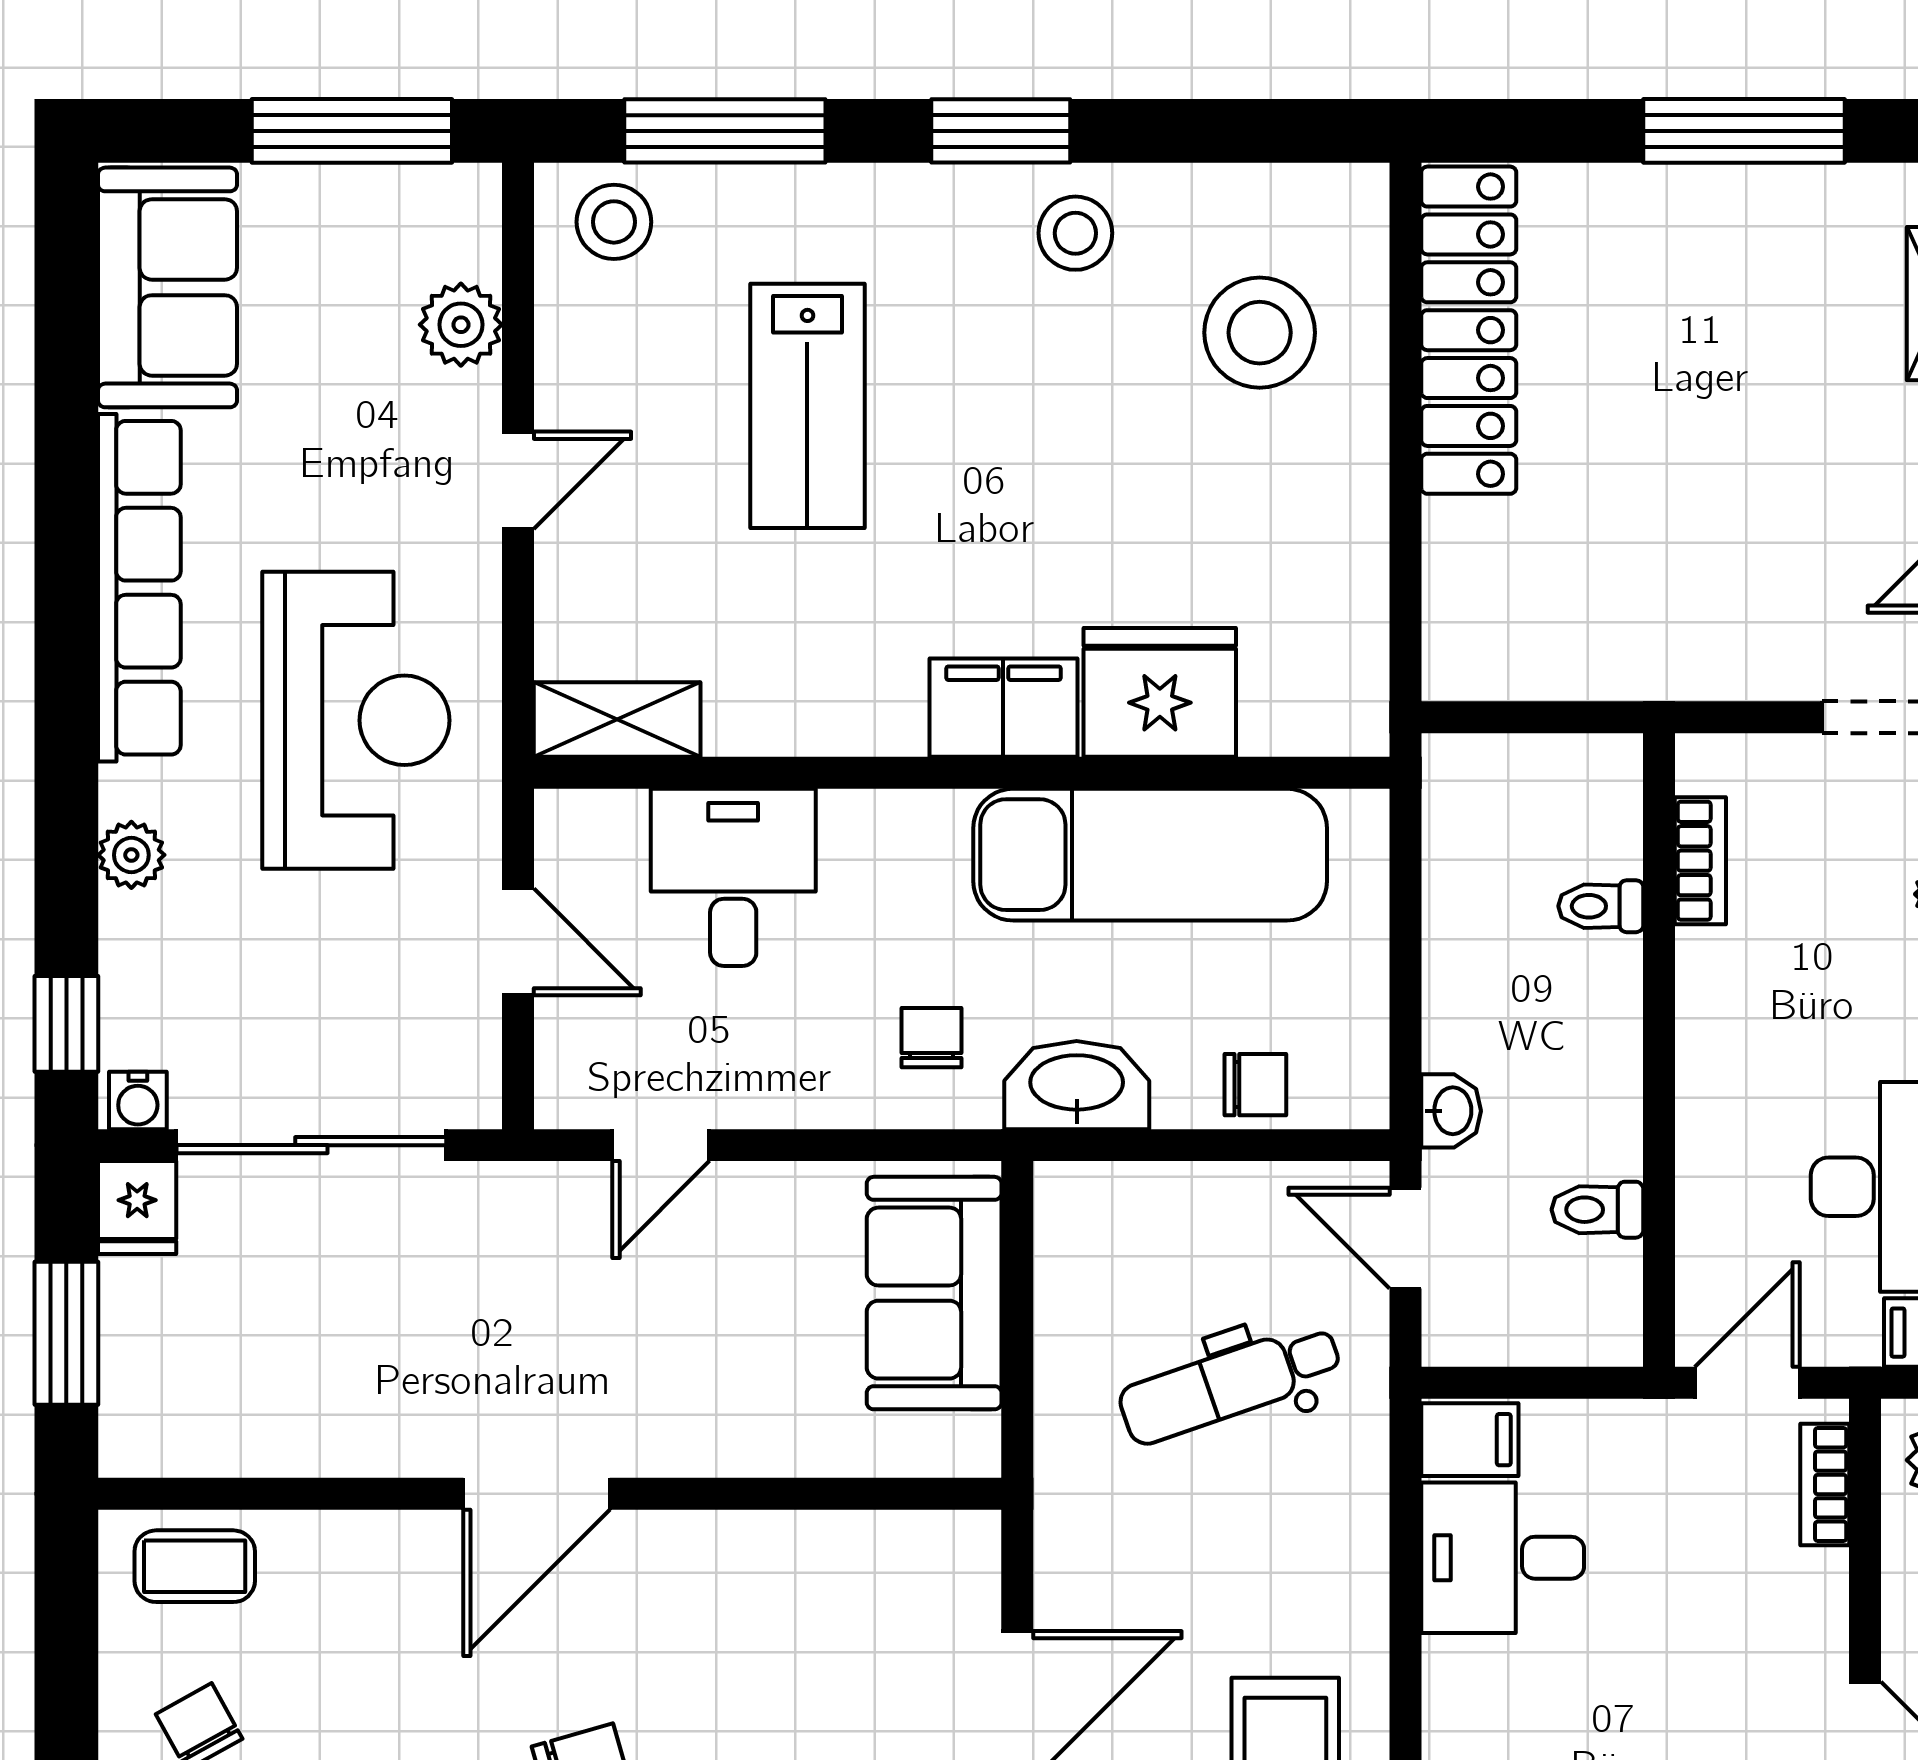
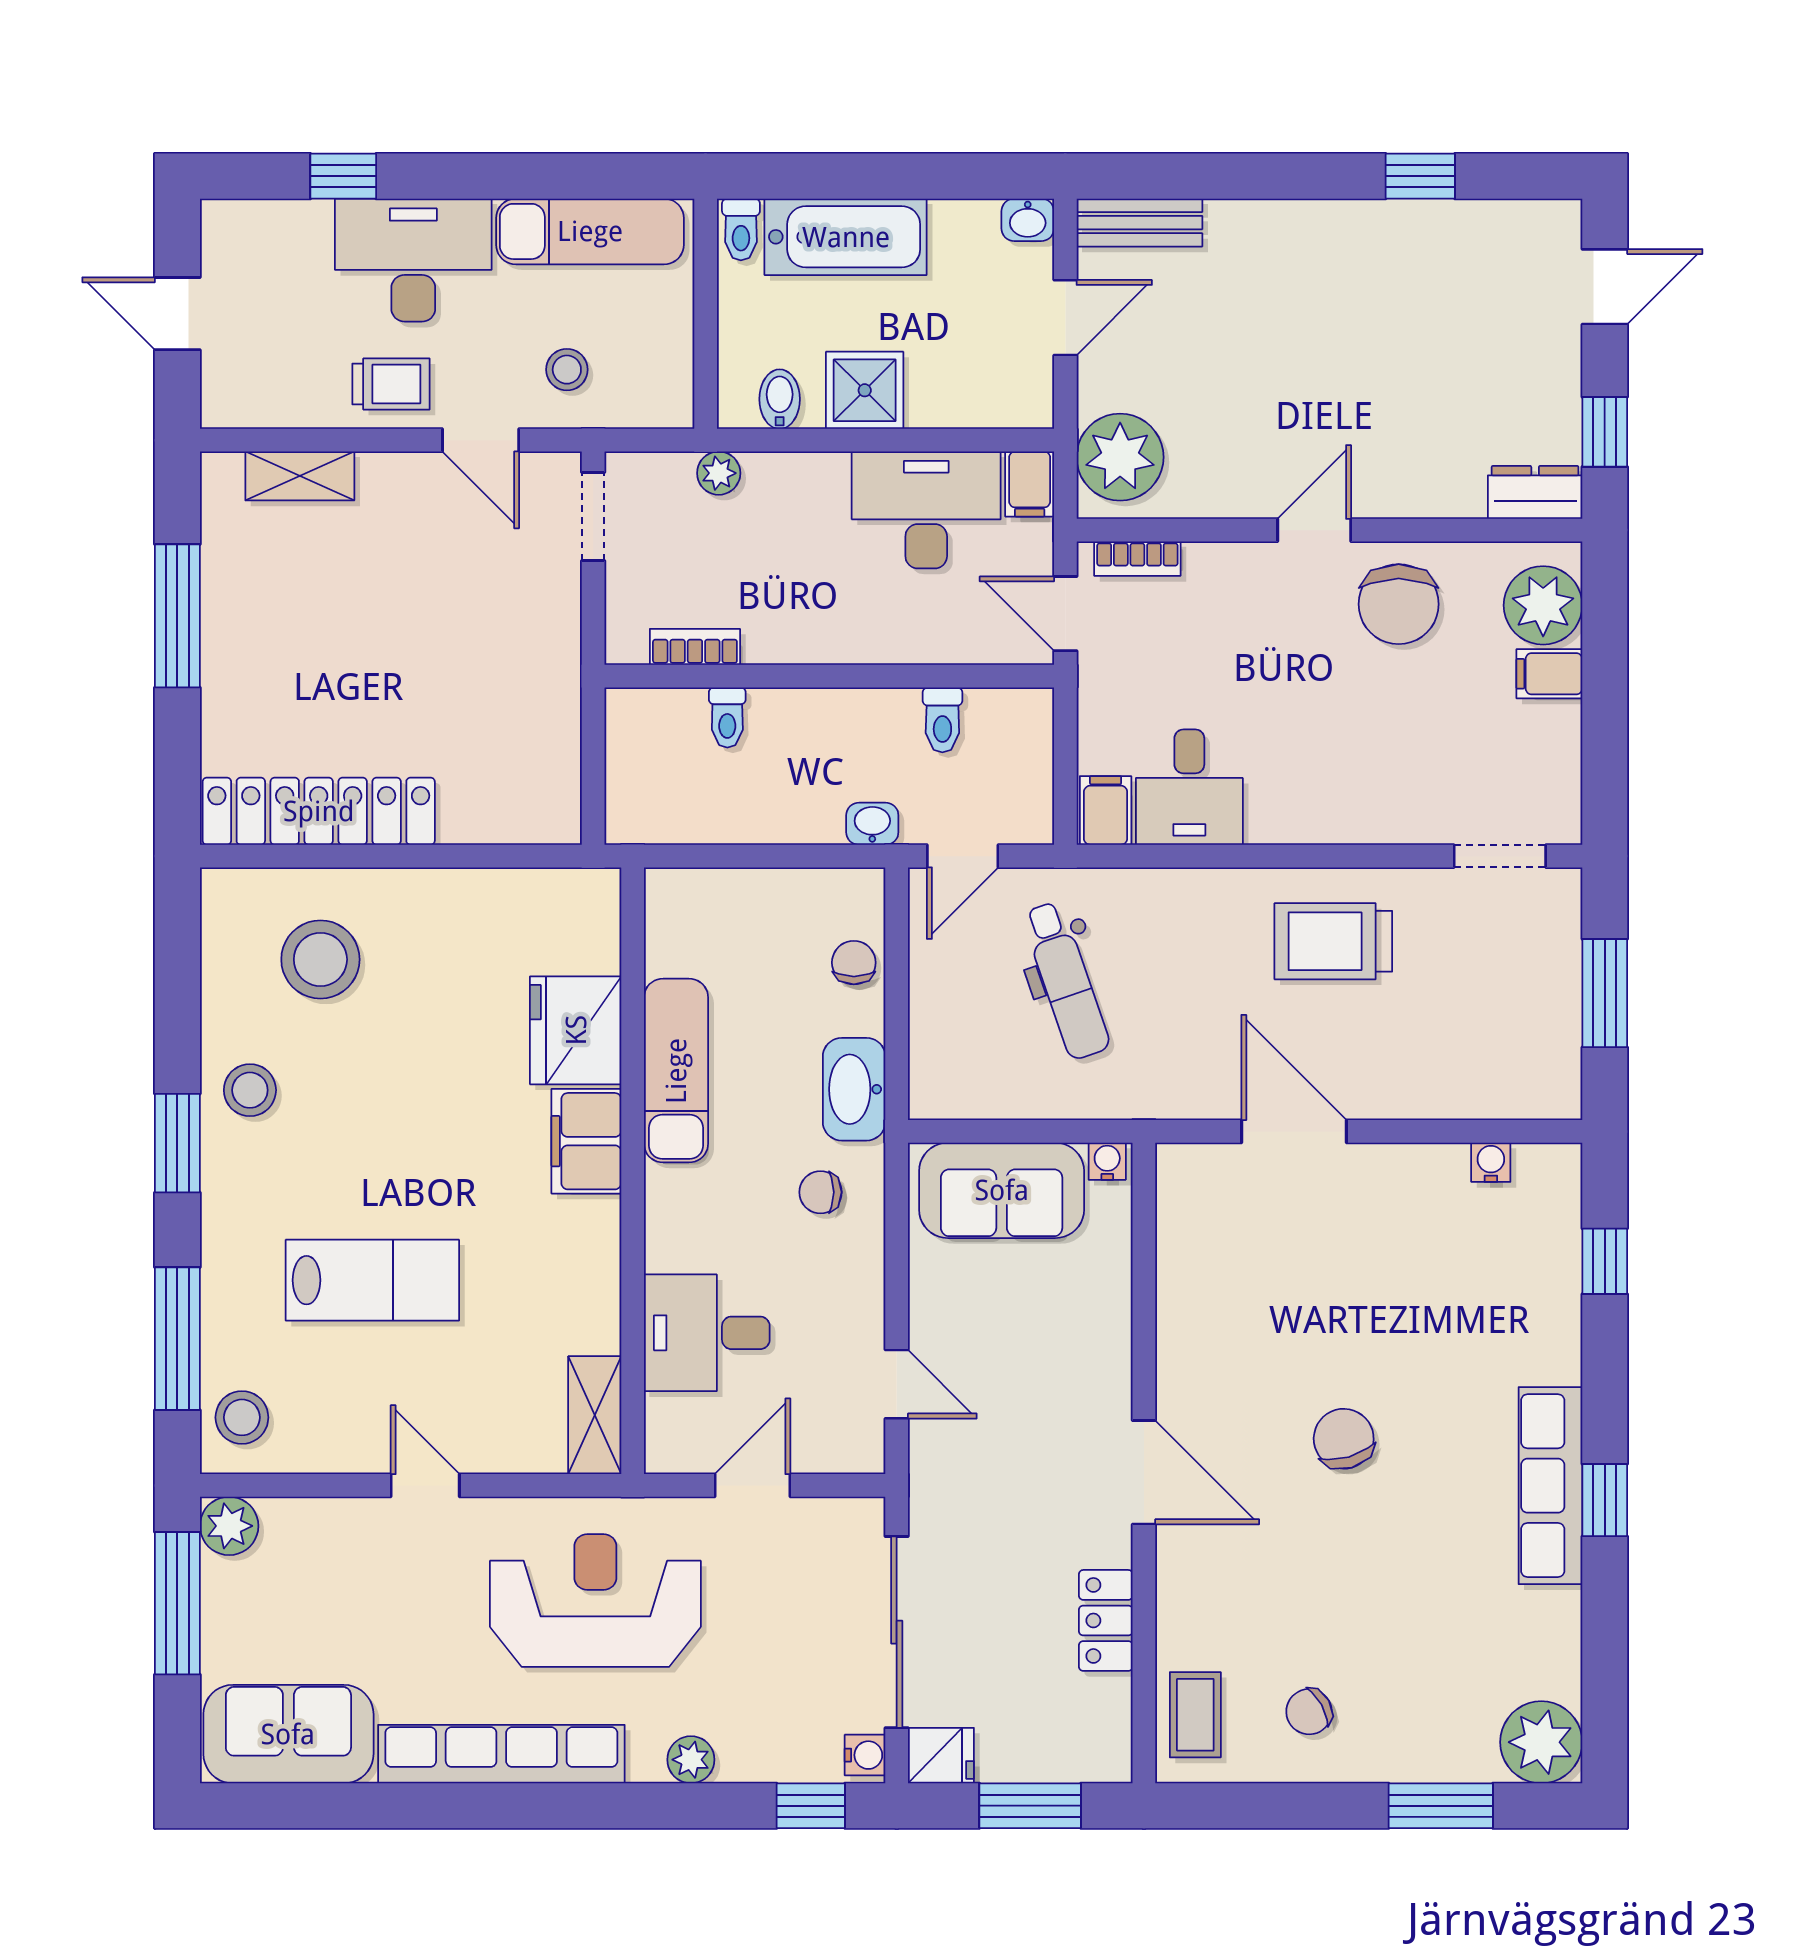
plant: (461, 325) -> (229, 1526), moved
exam couch: (1150, 855) -> (676, 1071), width x0.73, depth x0.69
locker: (328, 1440) -> (1106, 1620), added
water cooler: (975, 1442) -> (1107, 1161), added

